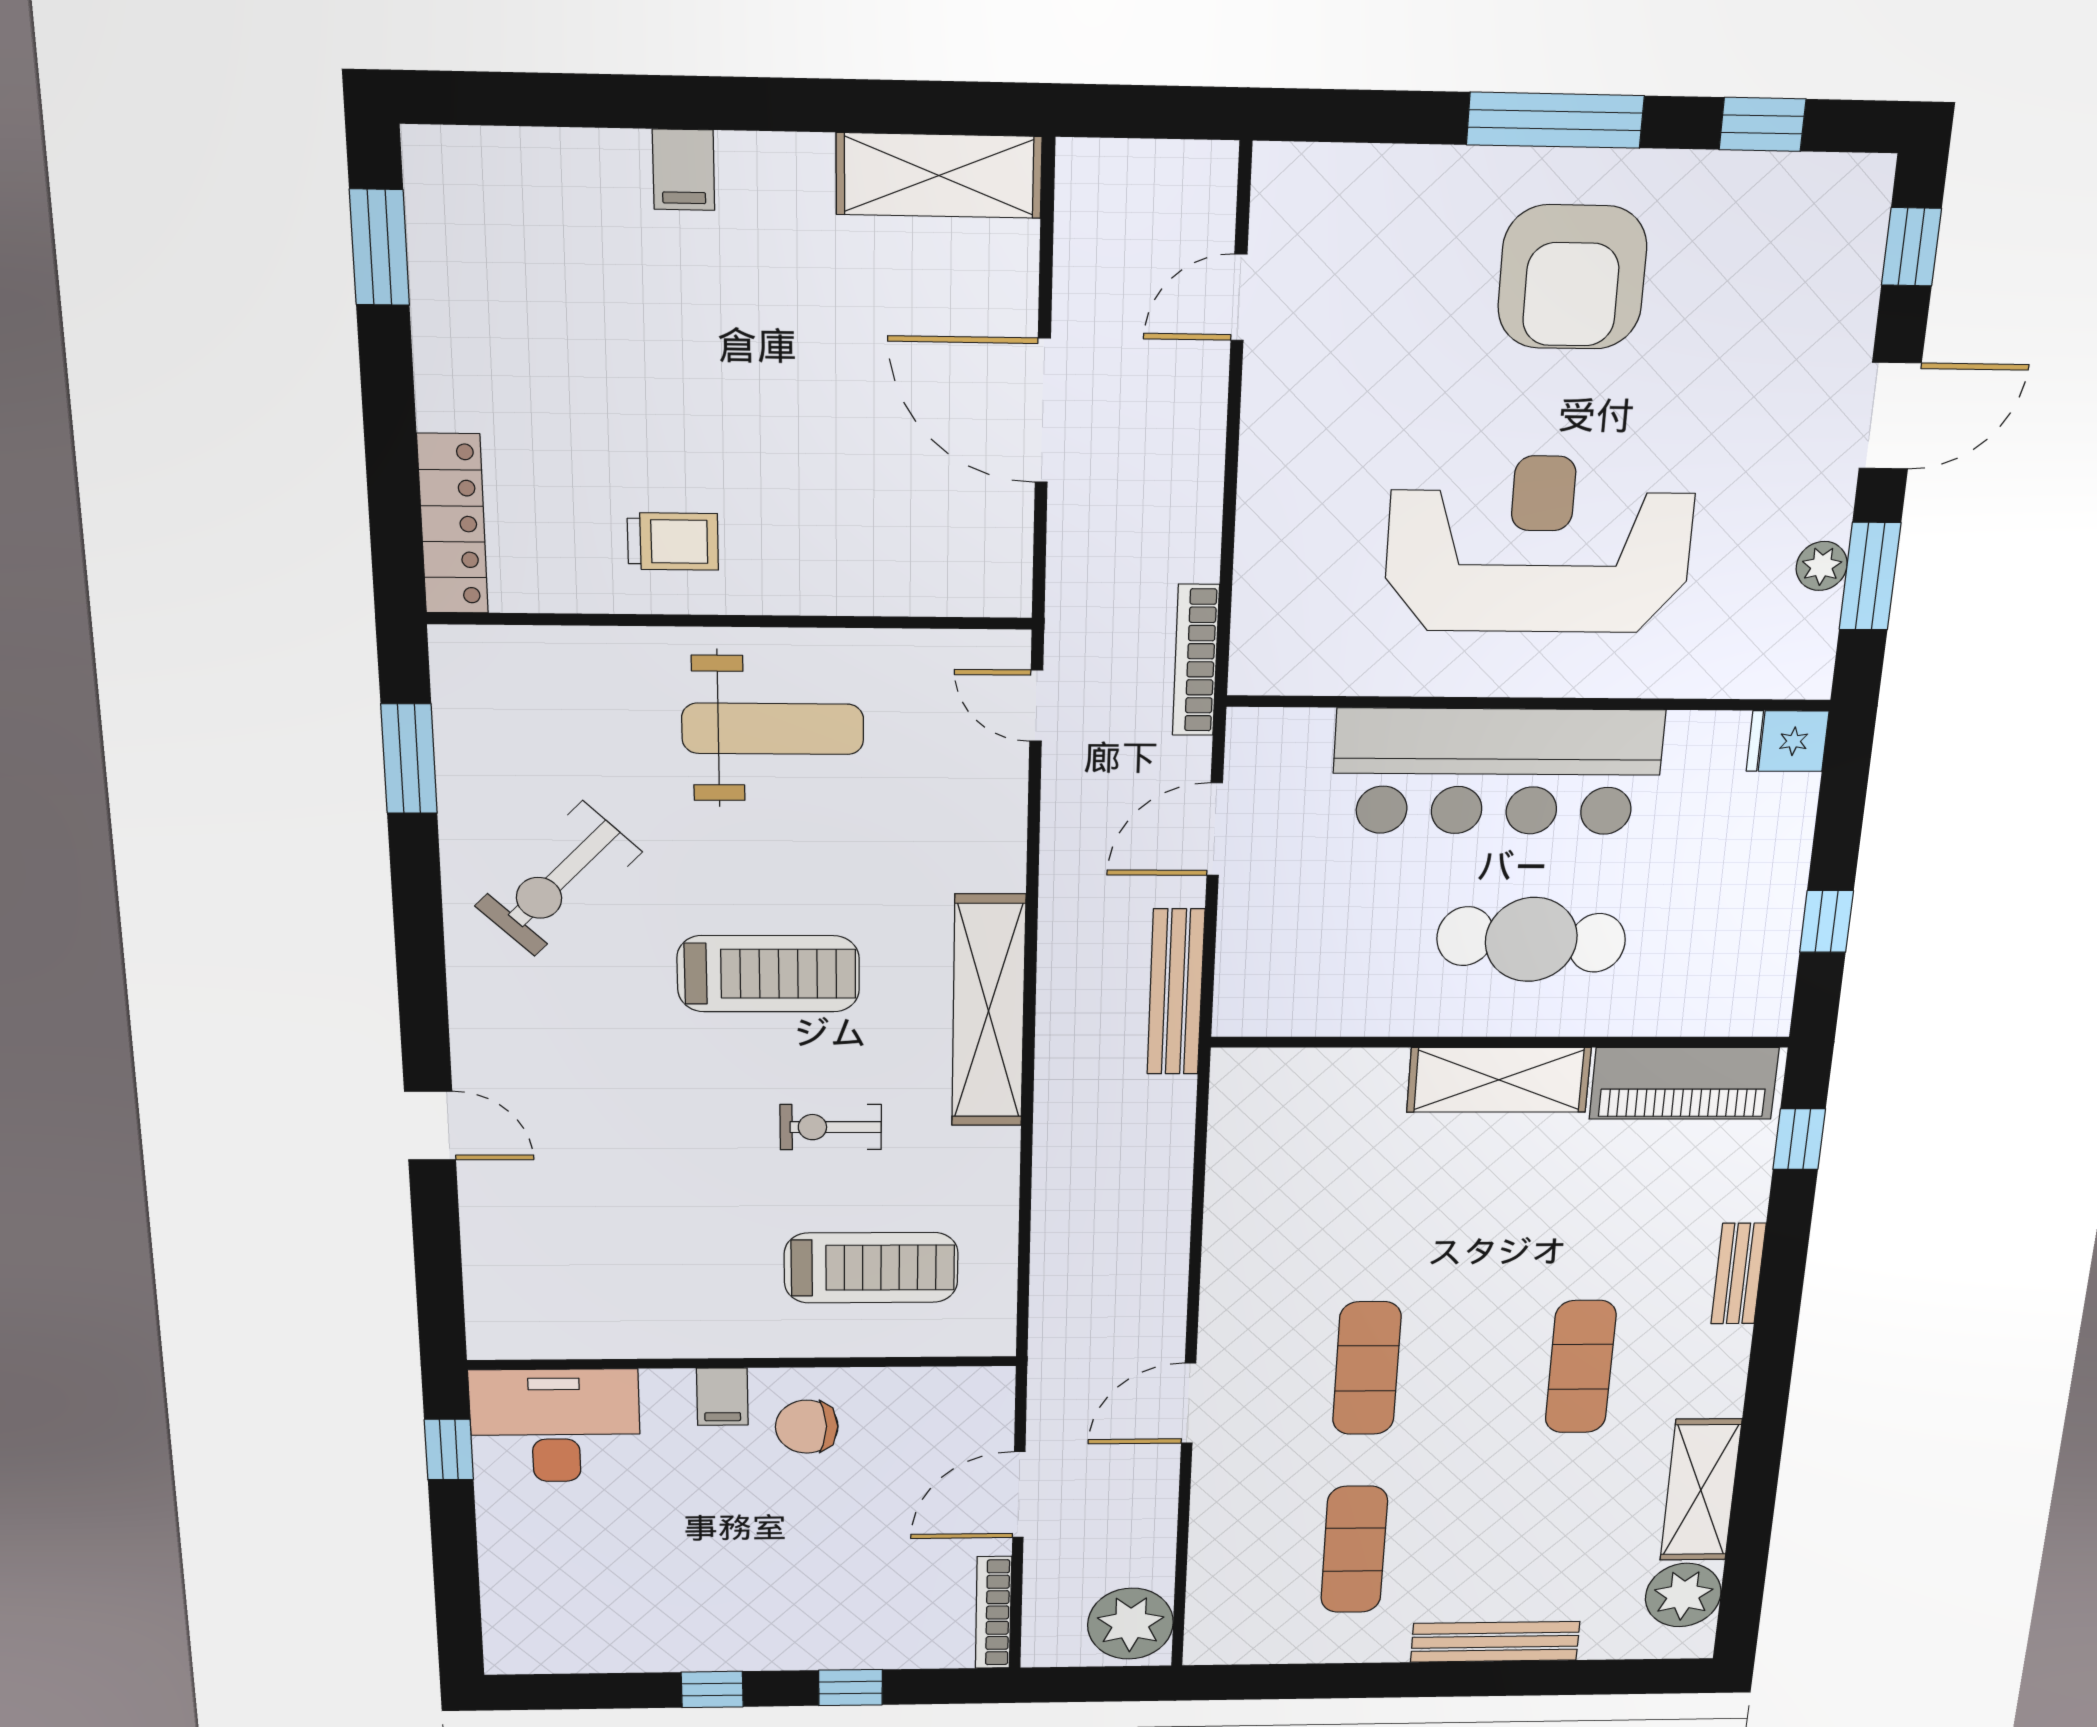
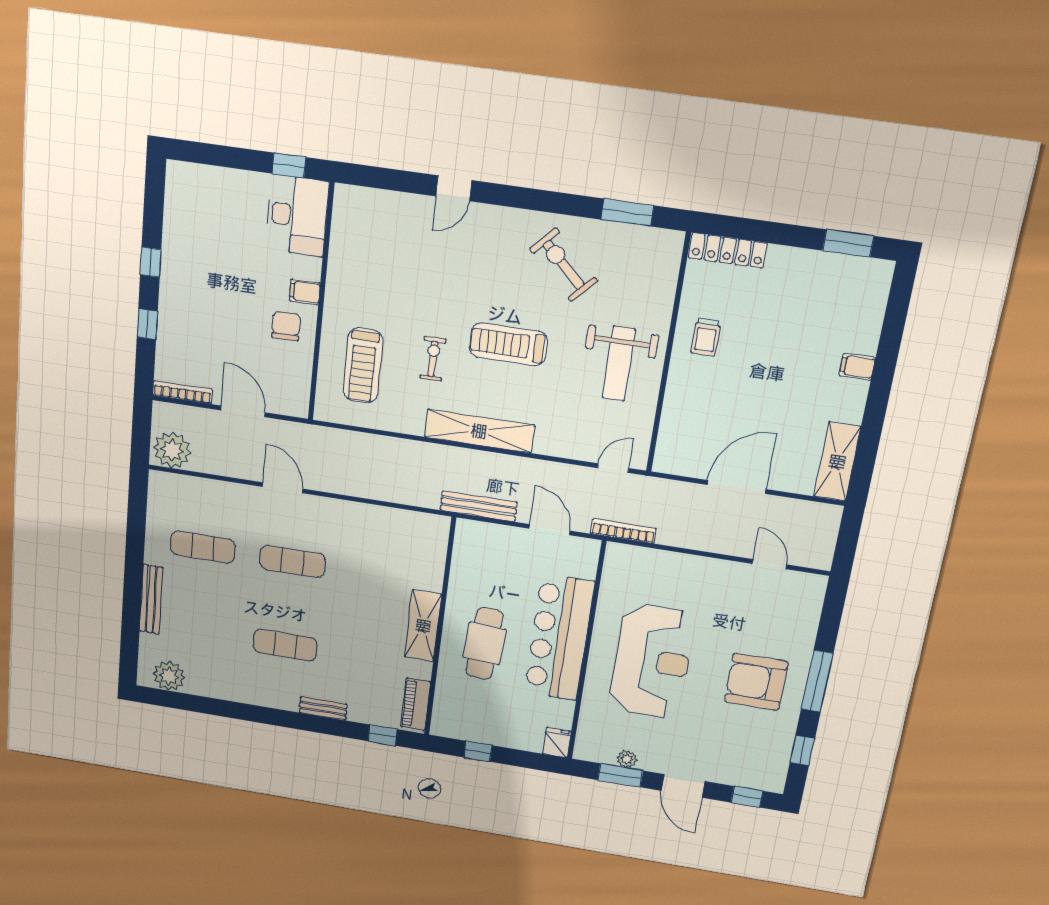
treadmill: (768, 974) -> (508, 344), turned 90
piano: (1684, 1083) -> (416, 704), width x0.73, depth x0.75
shelving: (1701, 1490) -> (221, 687), removed

